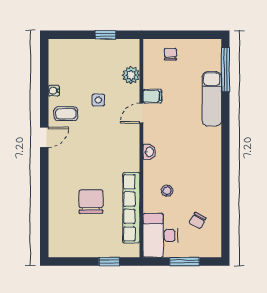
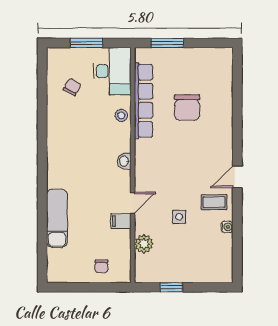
window: (225, 69) -> (42, 250), removed
stool: (167, 191) -> (121, 115), moved
window: (109, 262) -> (167, 43), width x1.50

